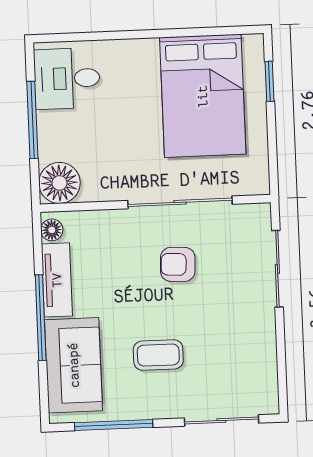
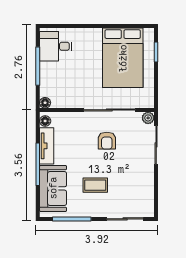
floor lamp: (59, 183) -> (45, 103), width x0.53, depth x0.53
plant: (259, 215) -> (148, 118), added
armchair: (178, 264) -> (107, 141), turned -93

